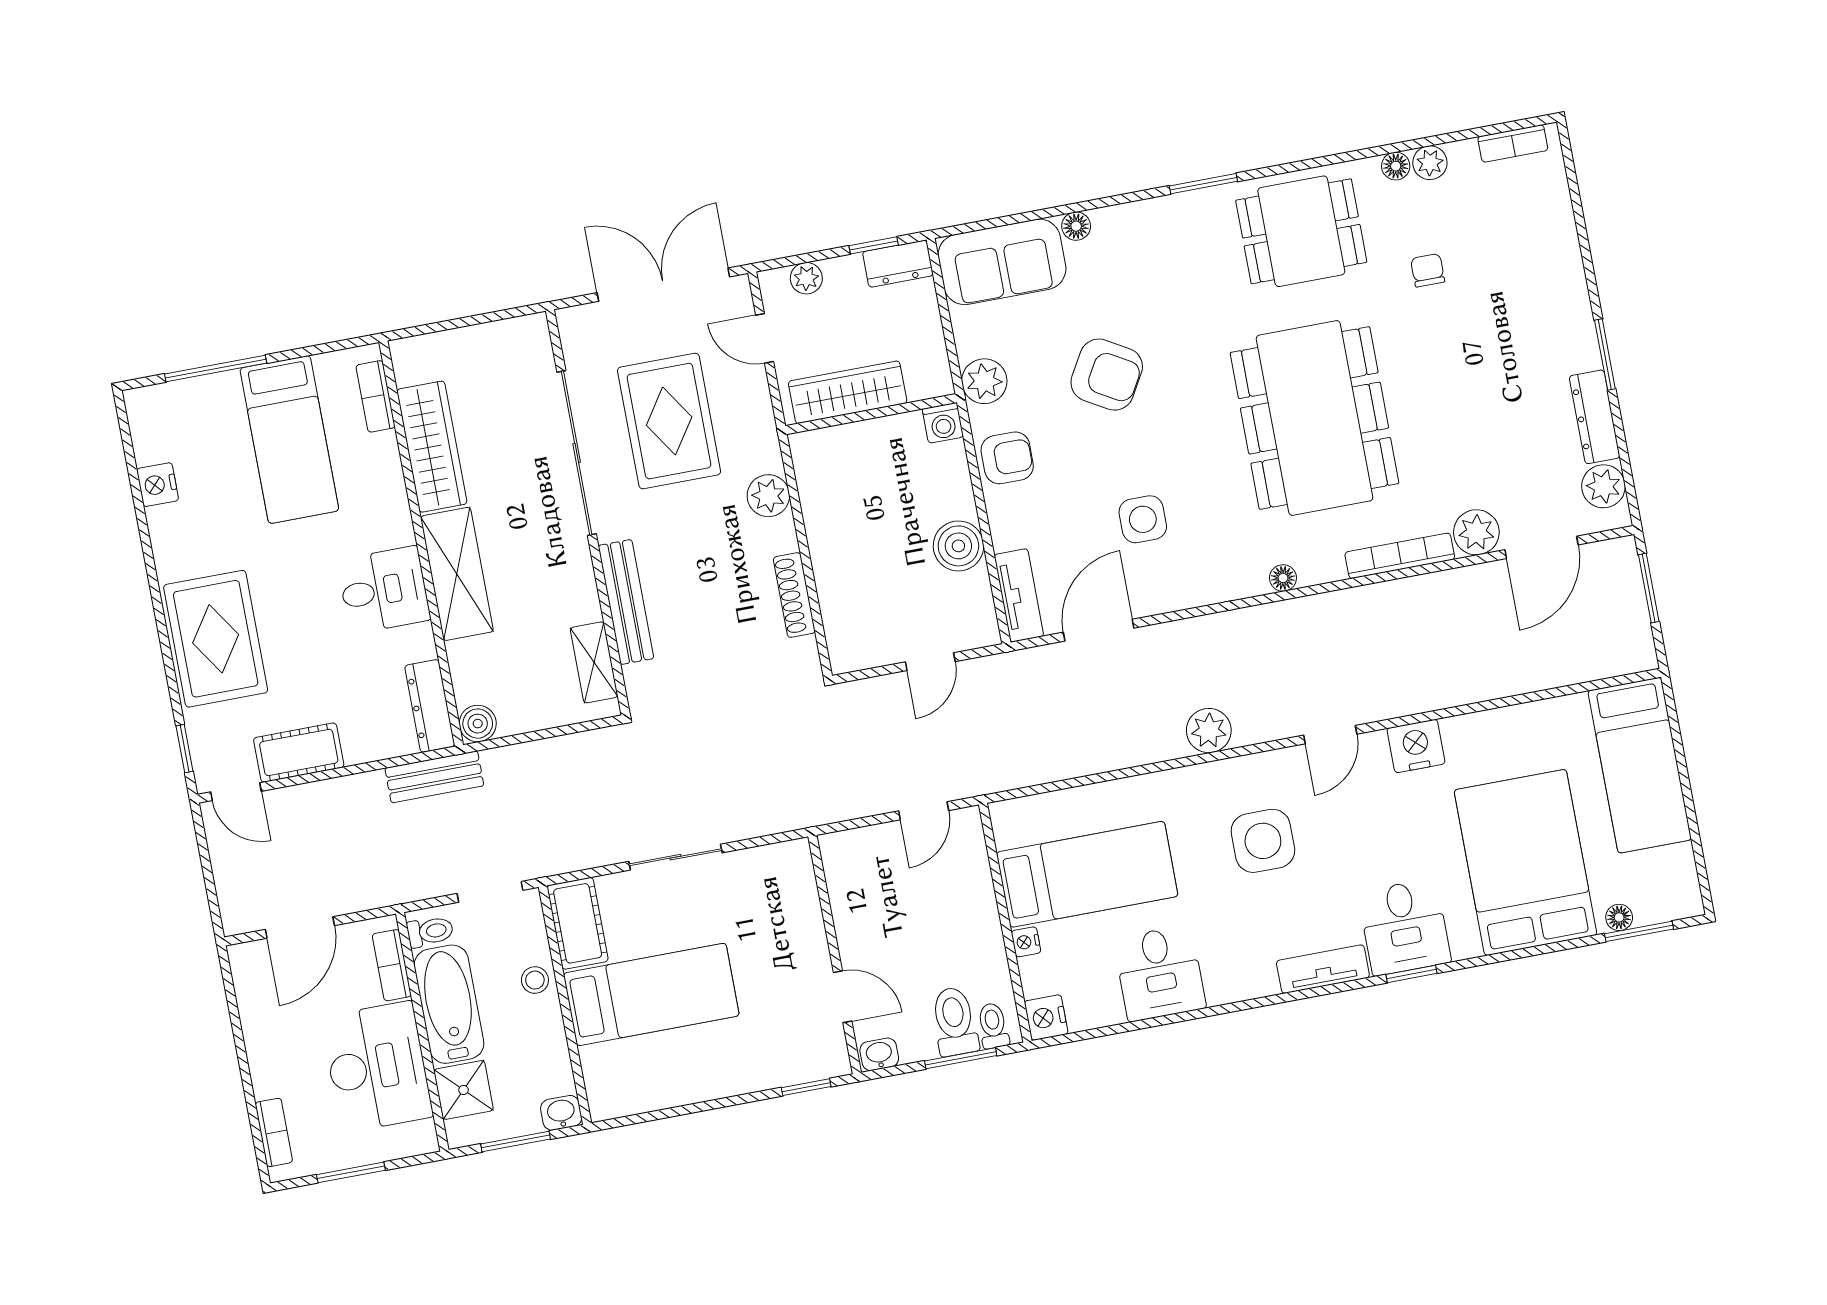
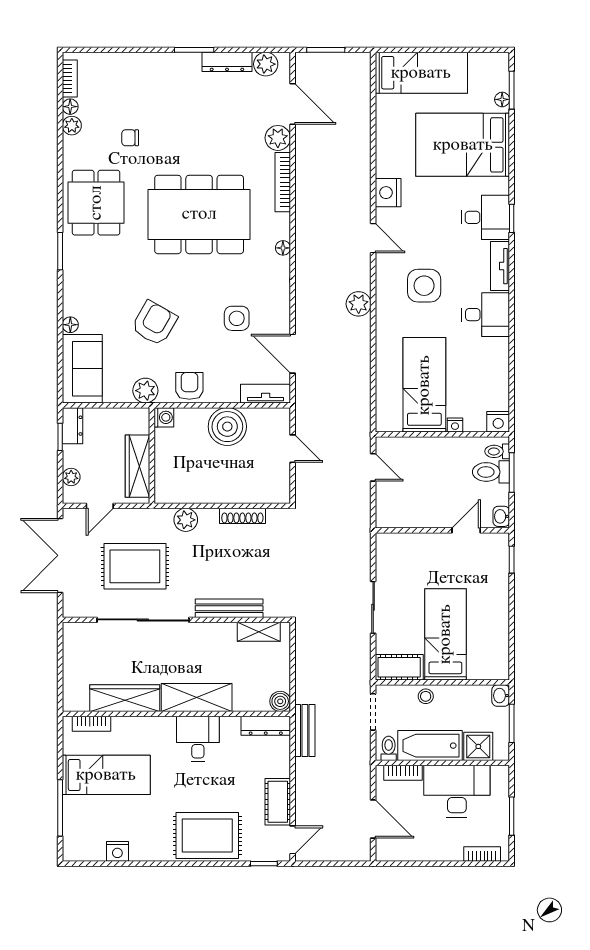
floor lamp: (1396, 166) -> (70, 107), moved
boiler: (958, 546) -> (227, 427), width x1.37, depth x1.37
desk: (1160, 973) -> (486, 315), moved

